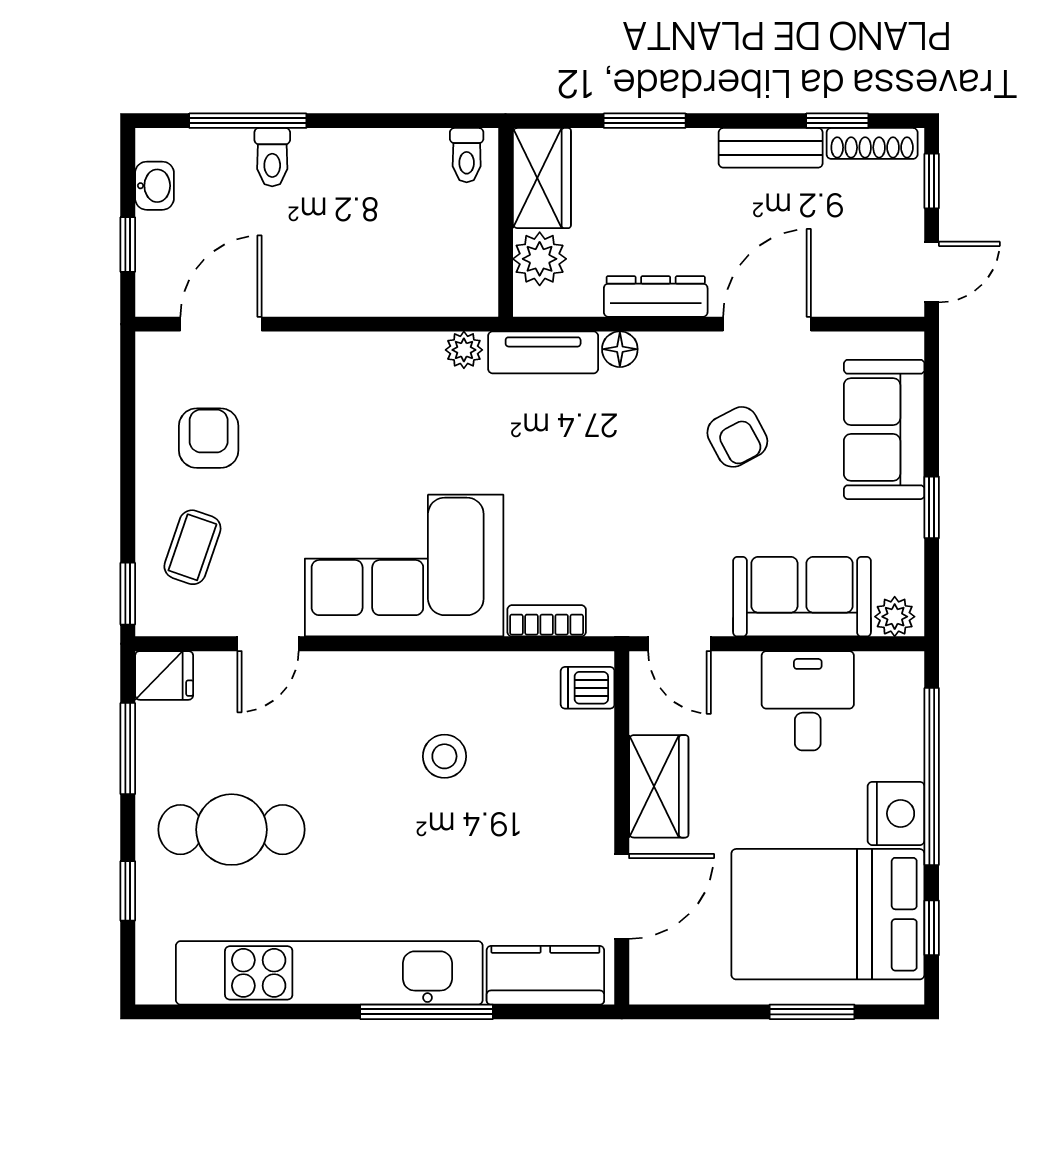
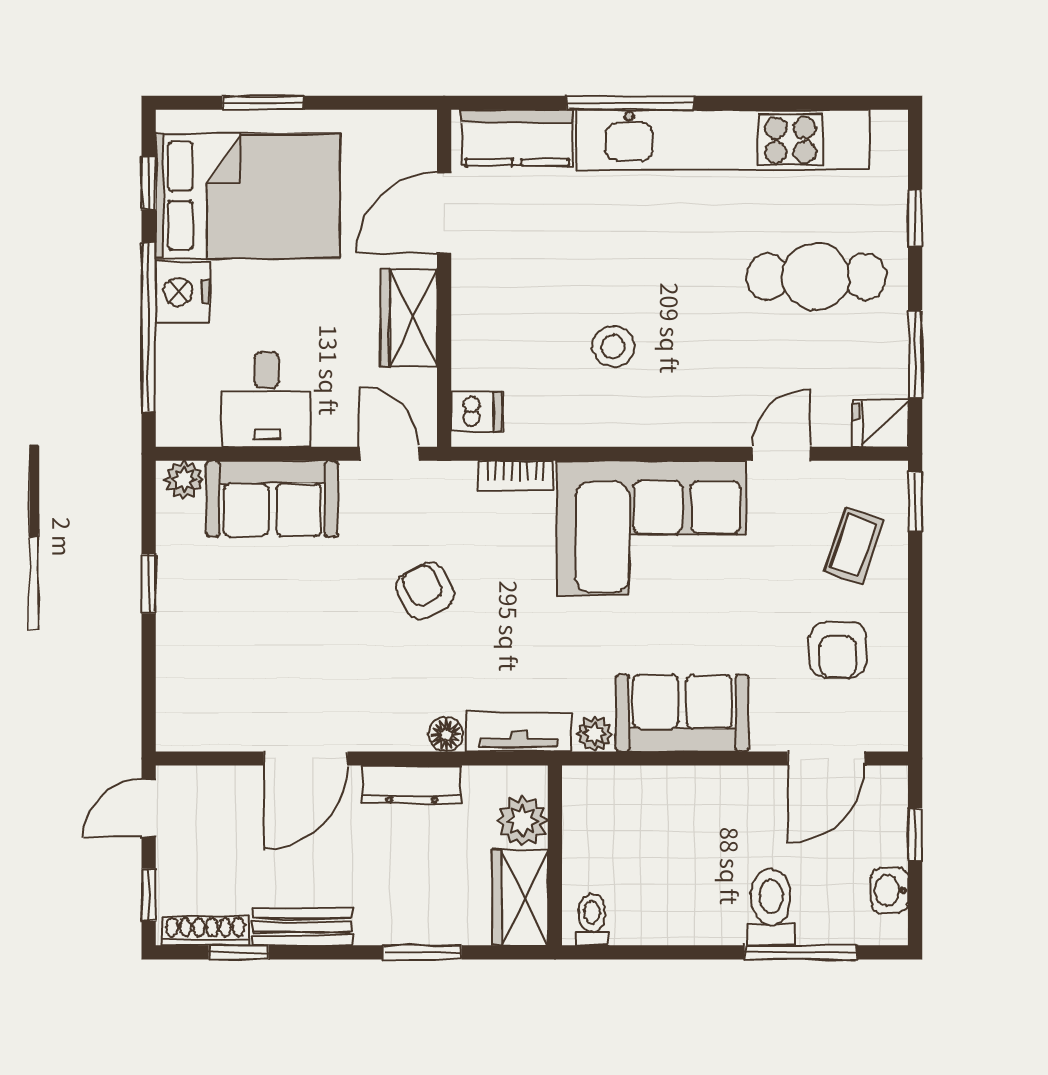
toilet: (272, 157) -> (771, 907), width x1.37, depth x1.39
sofa: (884, 429) -> (682, 713), moved, turned -90
armchair: (737, 437) -> (425, 591), moved

